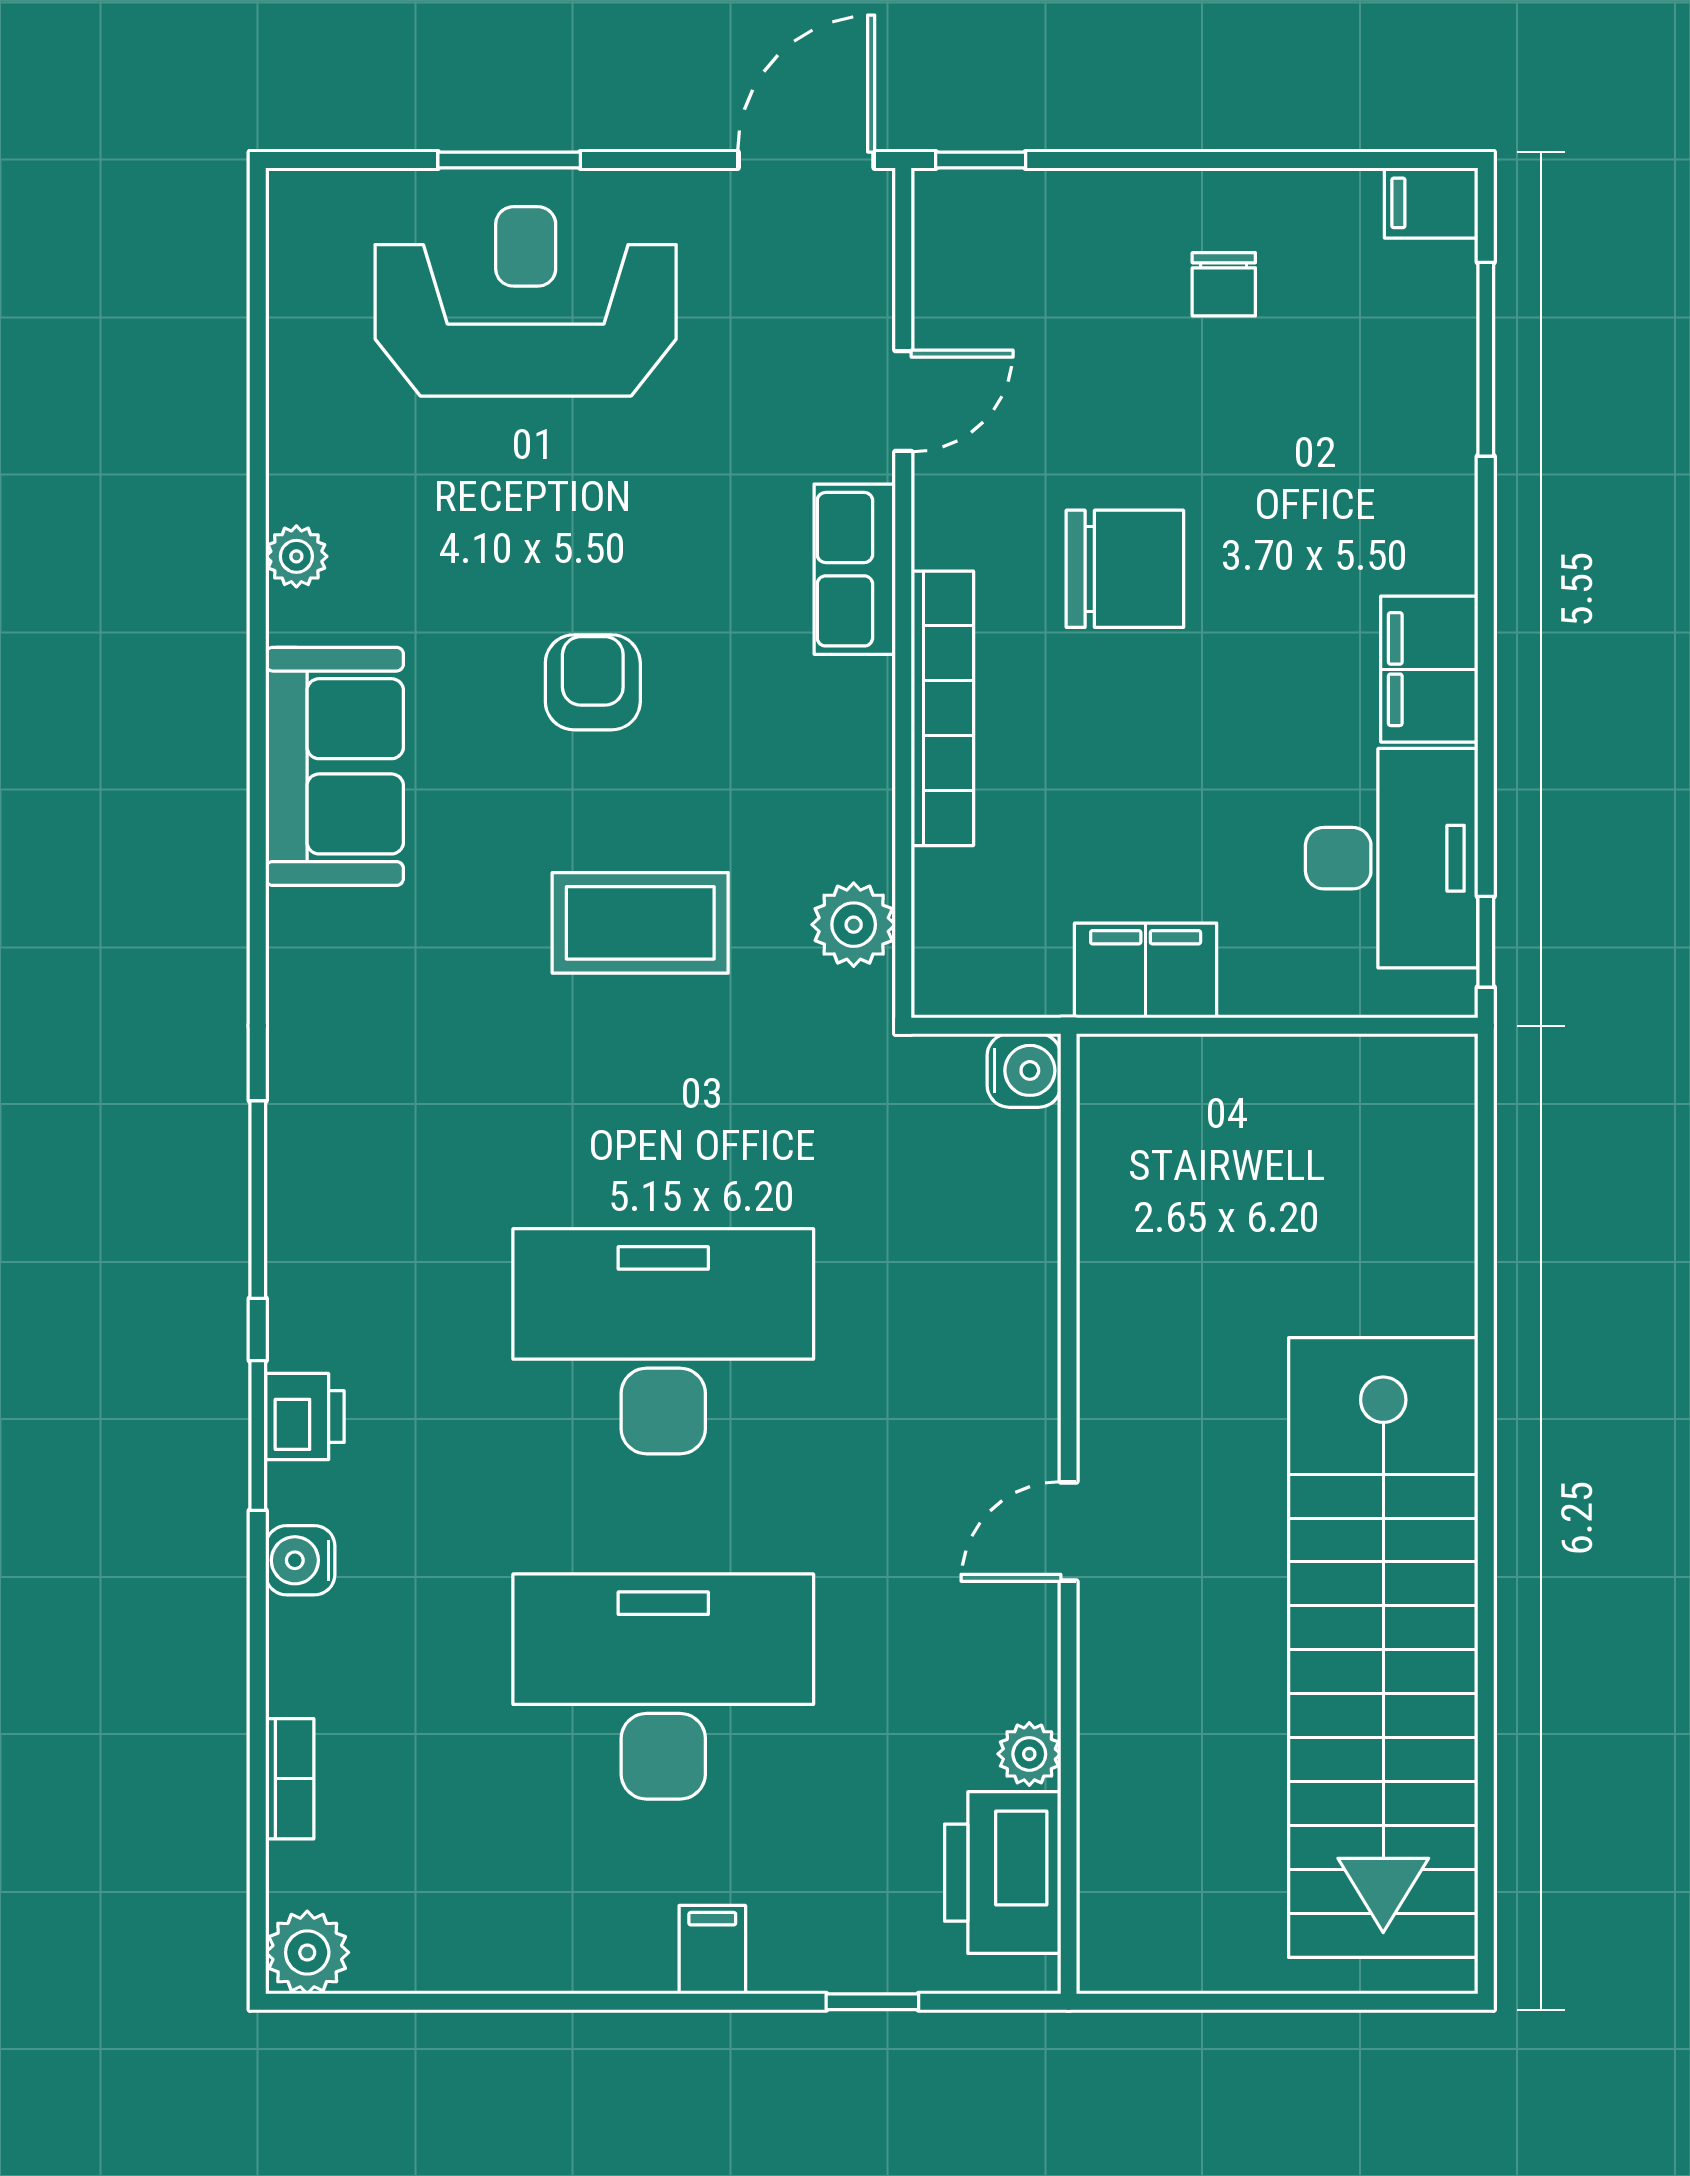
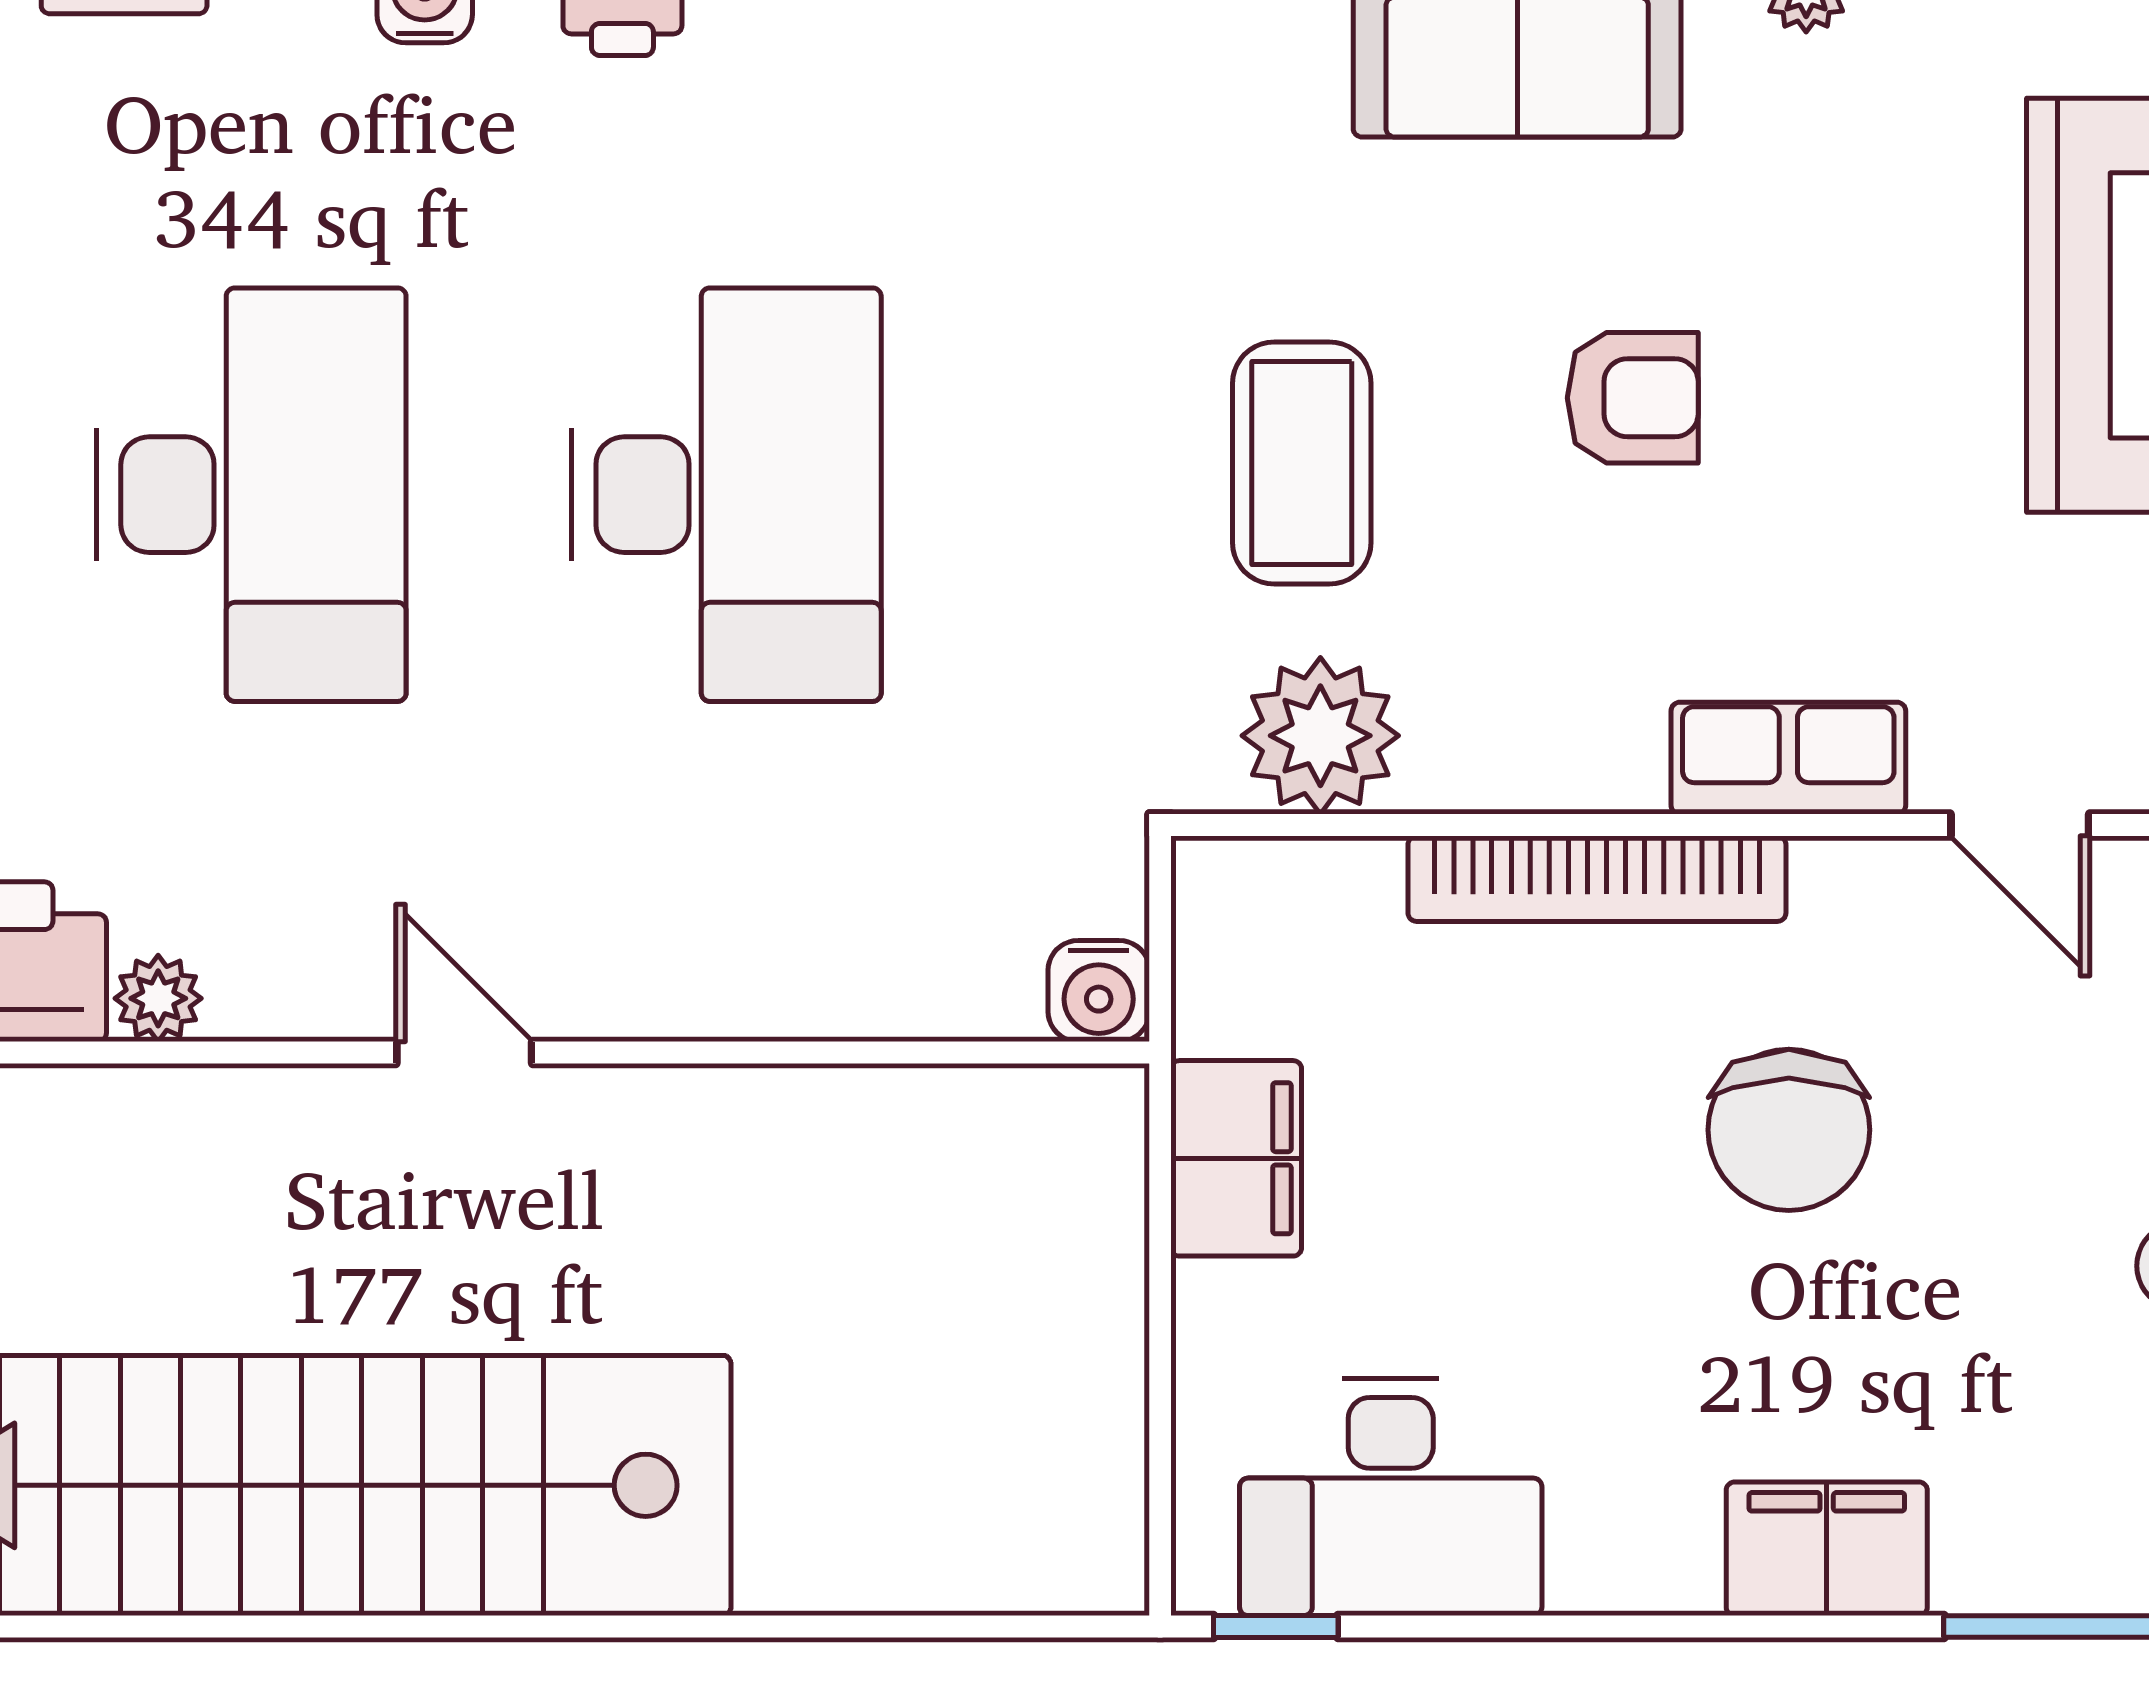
filing cabinet: (1429, 669) -> (1827, 1549), moved
plant: (854, 925) -> (1320, 736), width x1.36, depth x1.36

